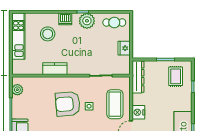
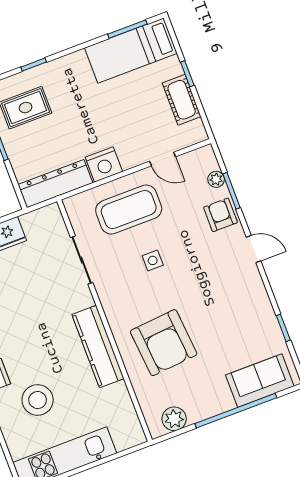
kitchen counter: (55, 69) -> (98, 347), width x1.50
armchair: (68, 104) -> (164, 343), moved
nightstand: (138, 112) -> (104, 164), moved

